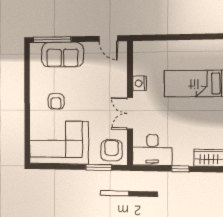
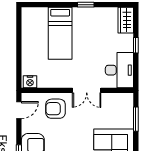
nightstand: (140, 83) -> (30, 82), moved
armchair: (112, 150) -> (56, 109), moved

